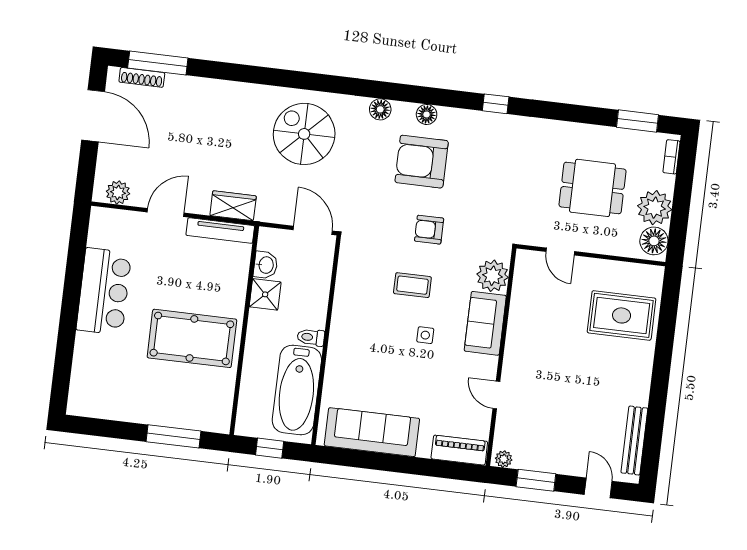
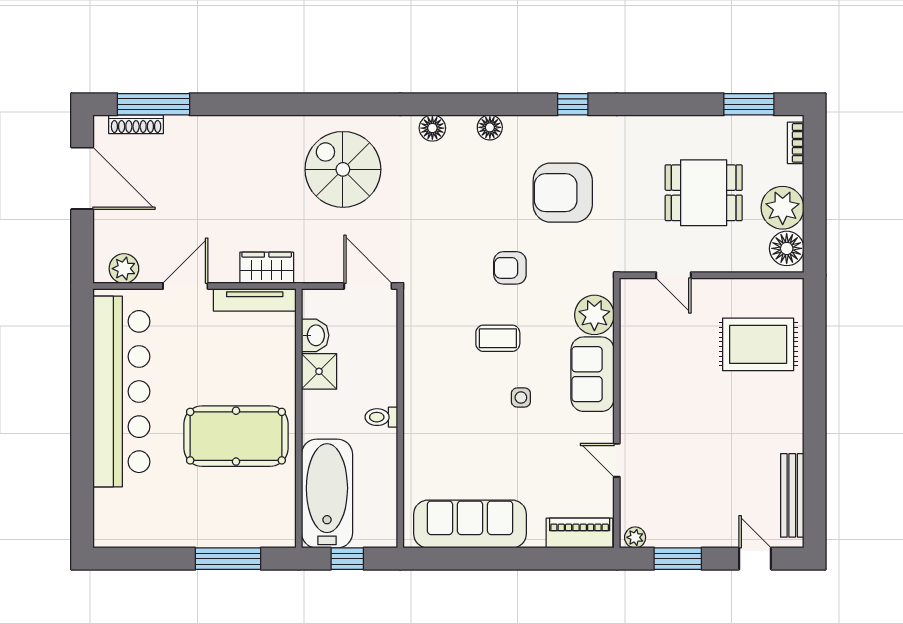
armchair: (422, 162) -> (563, 193), moved
bar counter: (104, 291) -> (121, 392), width x1.86
bathtub: (297, 390) -> (327, 494), moved, turned 180

